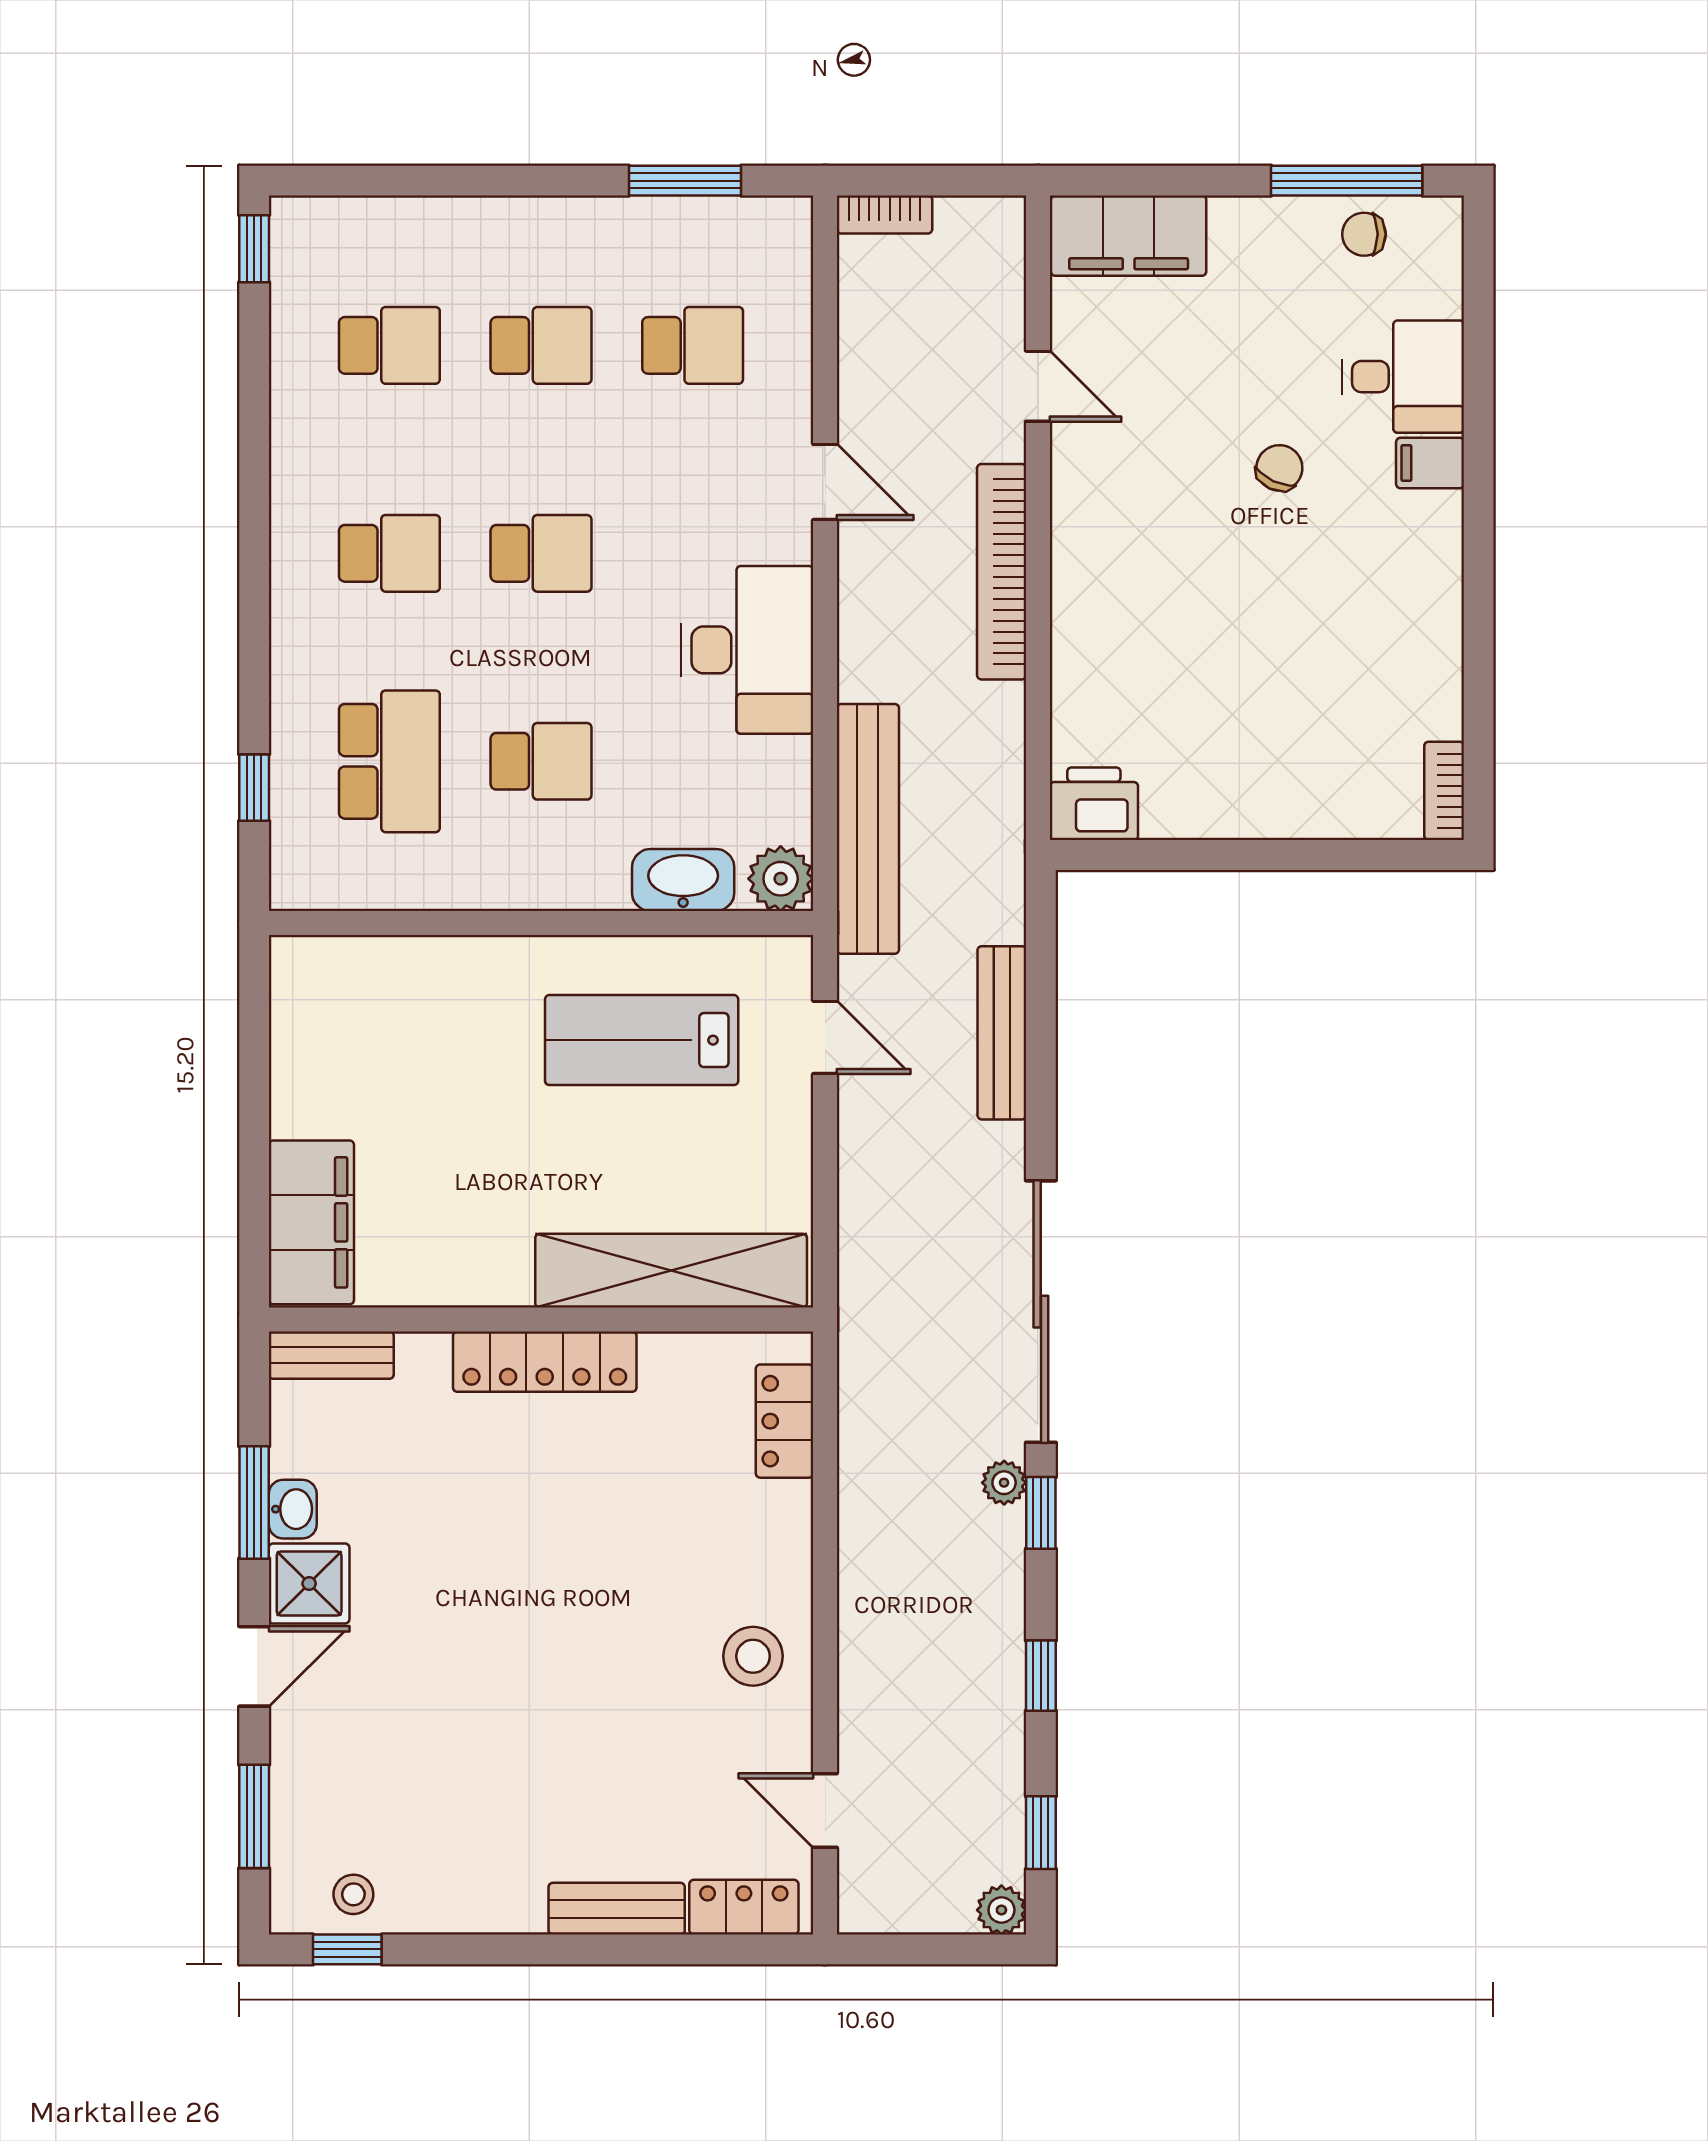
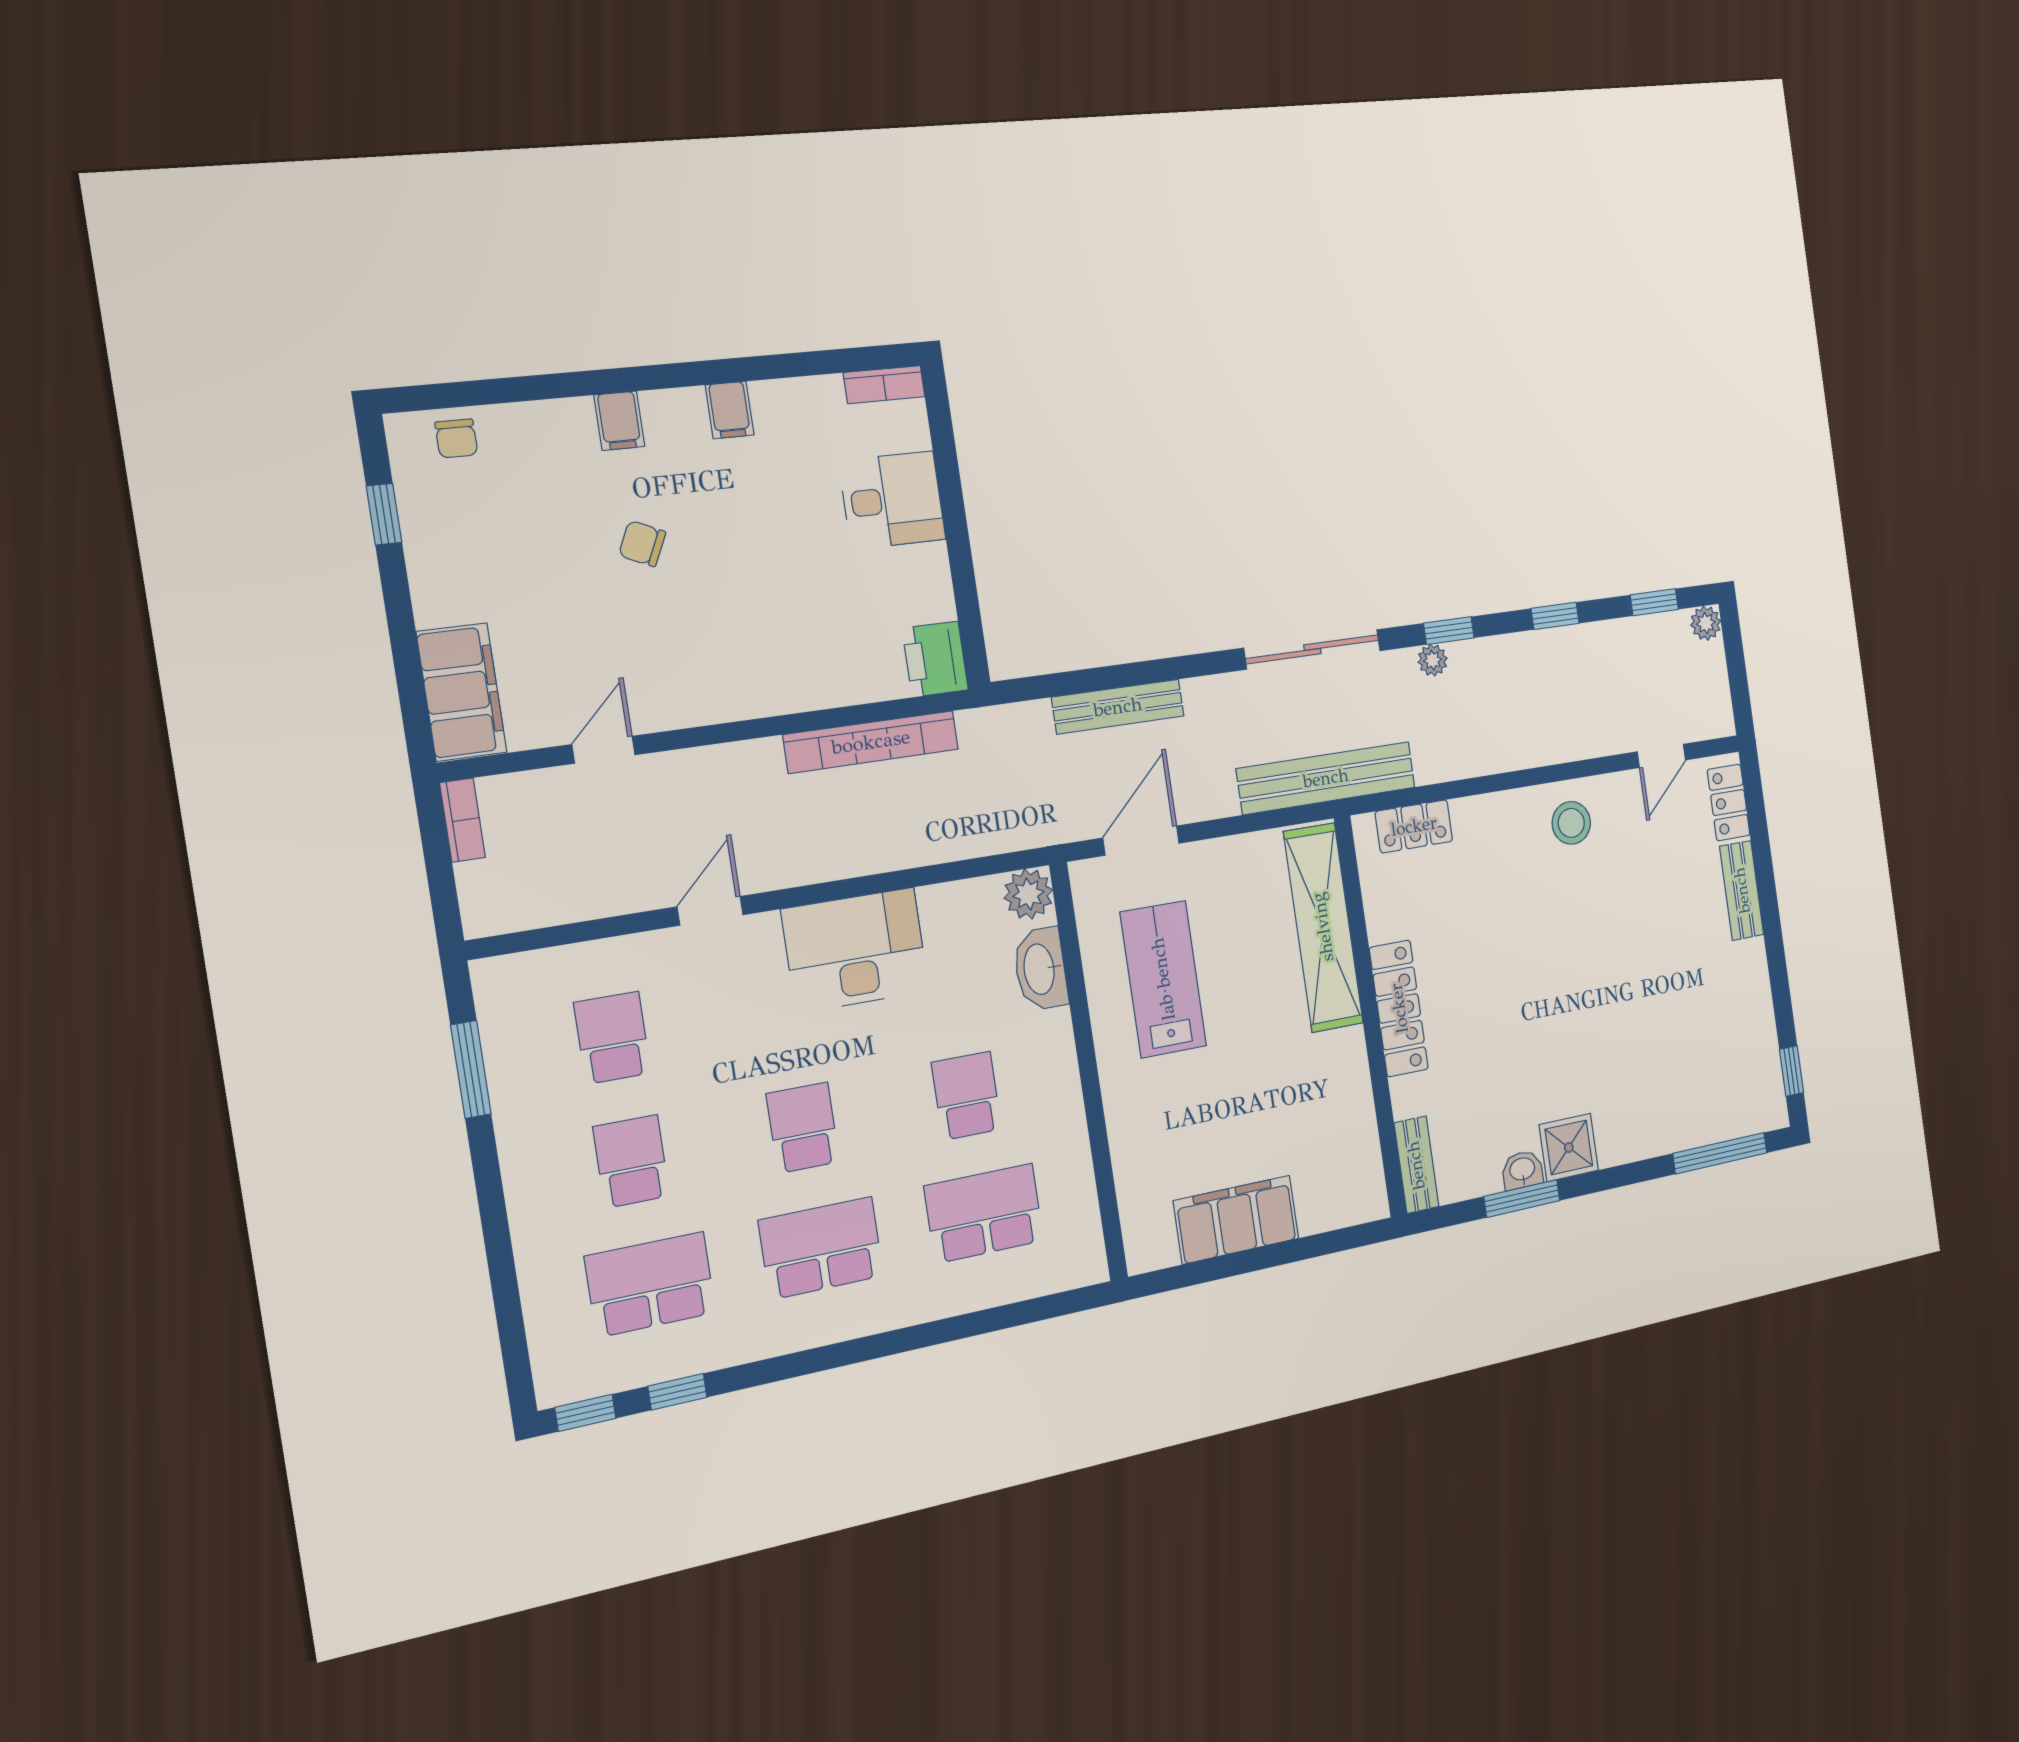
window: (1347, 181) -> (384, 514), width x0.46
bookcase: (884, 215) -> (462, 820), moved
chair: (1364, 234) -> (456, 438), moved
school desk: (389, 345) -> (650, 1284), width x1.85
desk: (1403, 377) -> (892, 500), moved, turned 90
school desk: (389, 553) -> (821, 1248), width x1.85
bookcase: (1002, 572) -> (871, 742), moved
filing cabinet: (1431, 596) -> (730, 410), added
window: (254, 788) -> (677, 1392), moved
bench: (868, 829) -> (1326, 778), moved
door: (825, 1037) -> (1141, 841), width x1.38
lab bench: (642, 1040) -> (1163, 979), turned 180
filing cabinet: (311, 1222) -> (1236, 1220), moved
sliding door: (1041, 1312) -> (1312, 649), width x0.73
door: (254, 1666) -> (1627, 1174), removed
window: (254, 1816) -> (1720, 1153), width x1.44
stool: (353, 1894) -> (1758, 1074), removed

